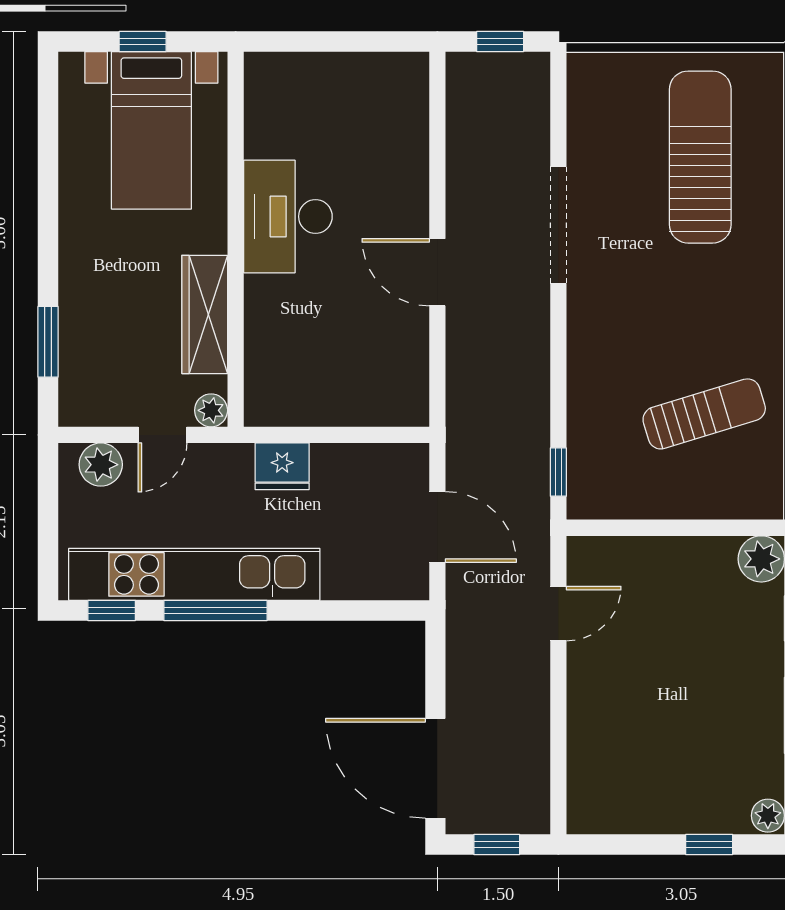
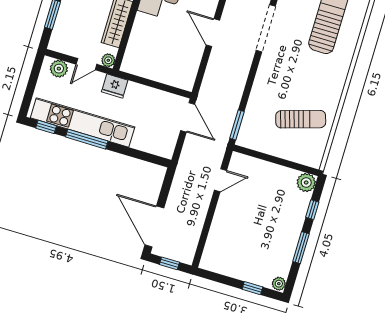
fridge: (282, 466) -> (115, 86), moved
window: (558, 472) -> (237, 125), width x1.50
door: (437, 527) -> (188, 117), moved

